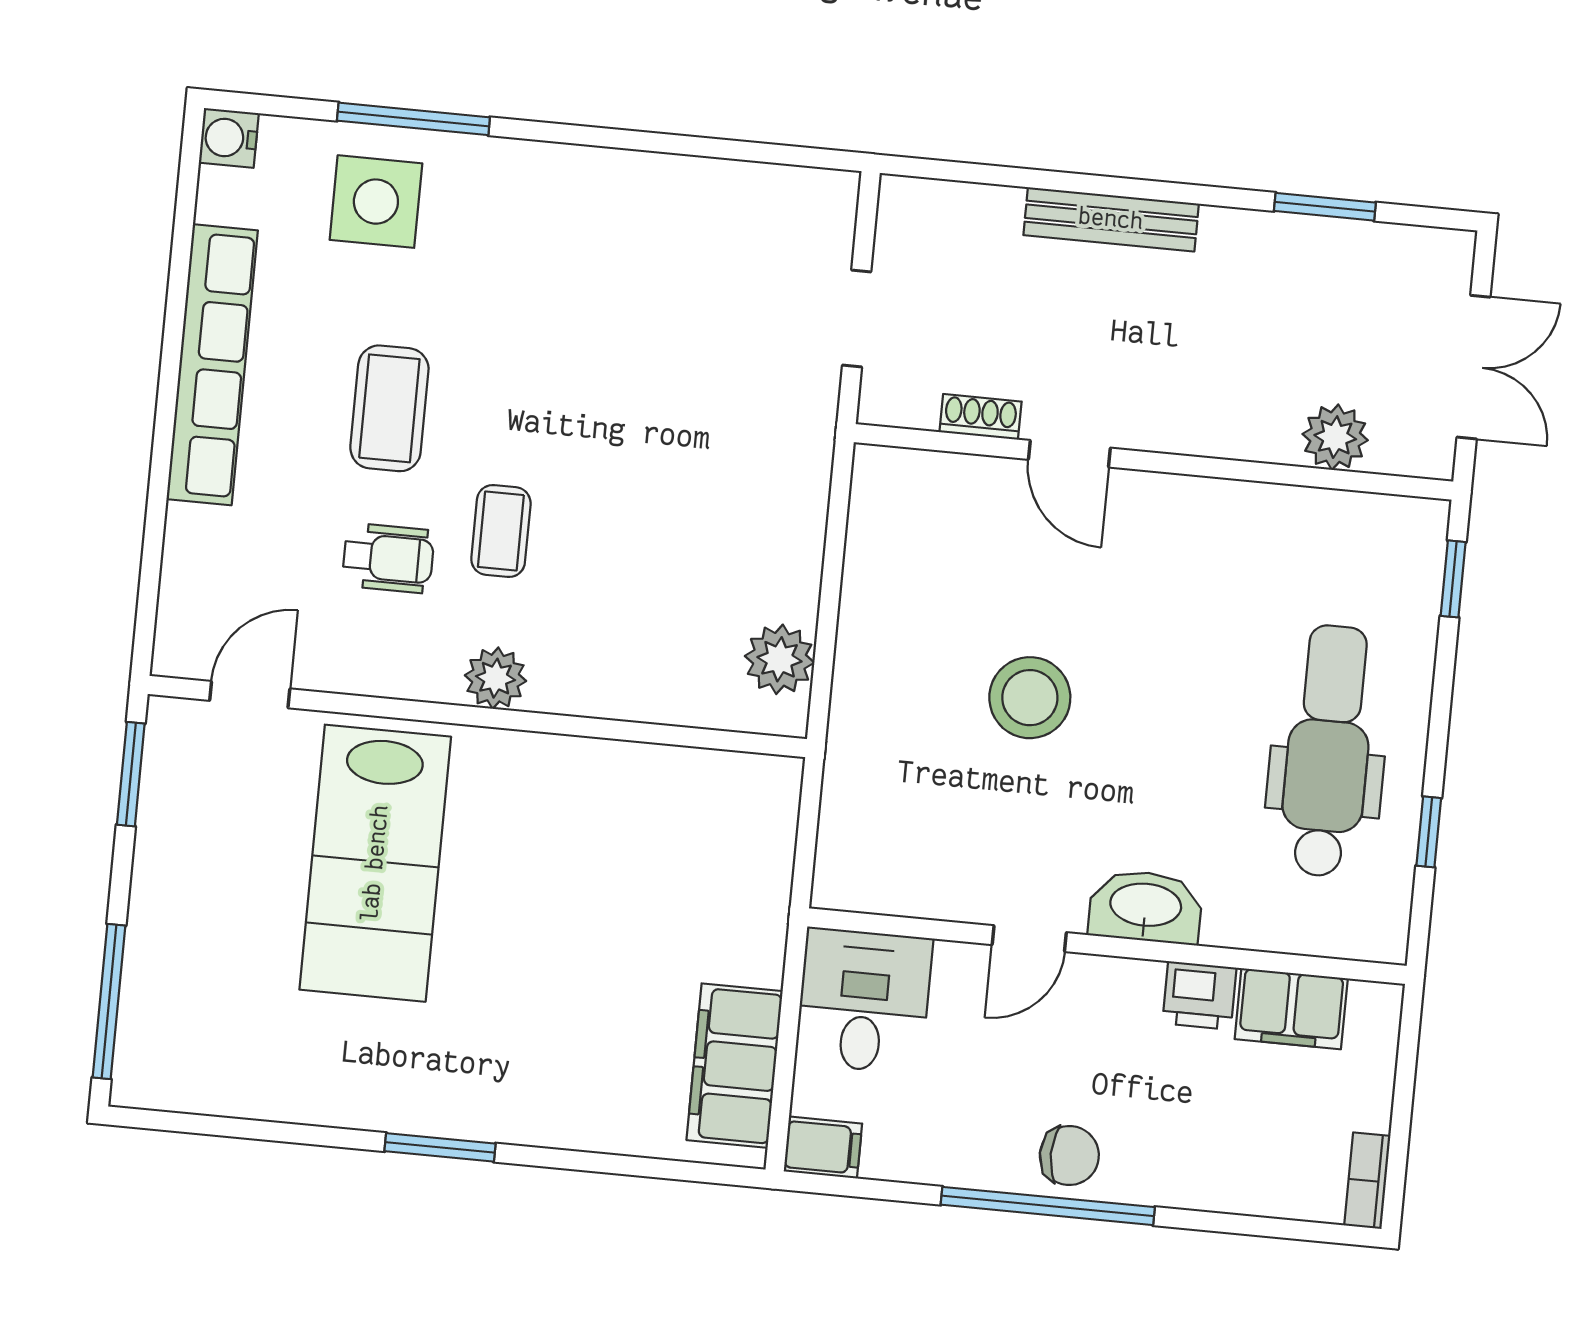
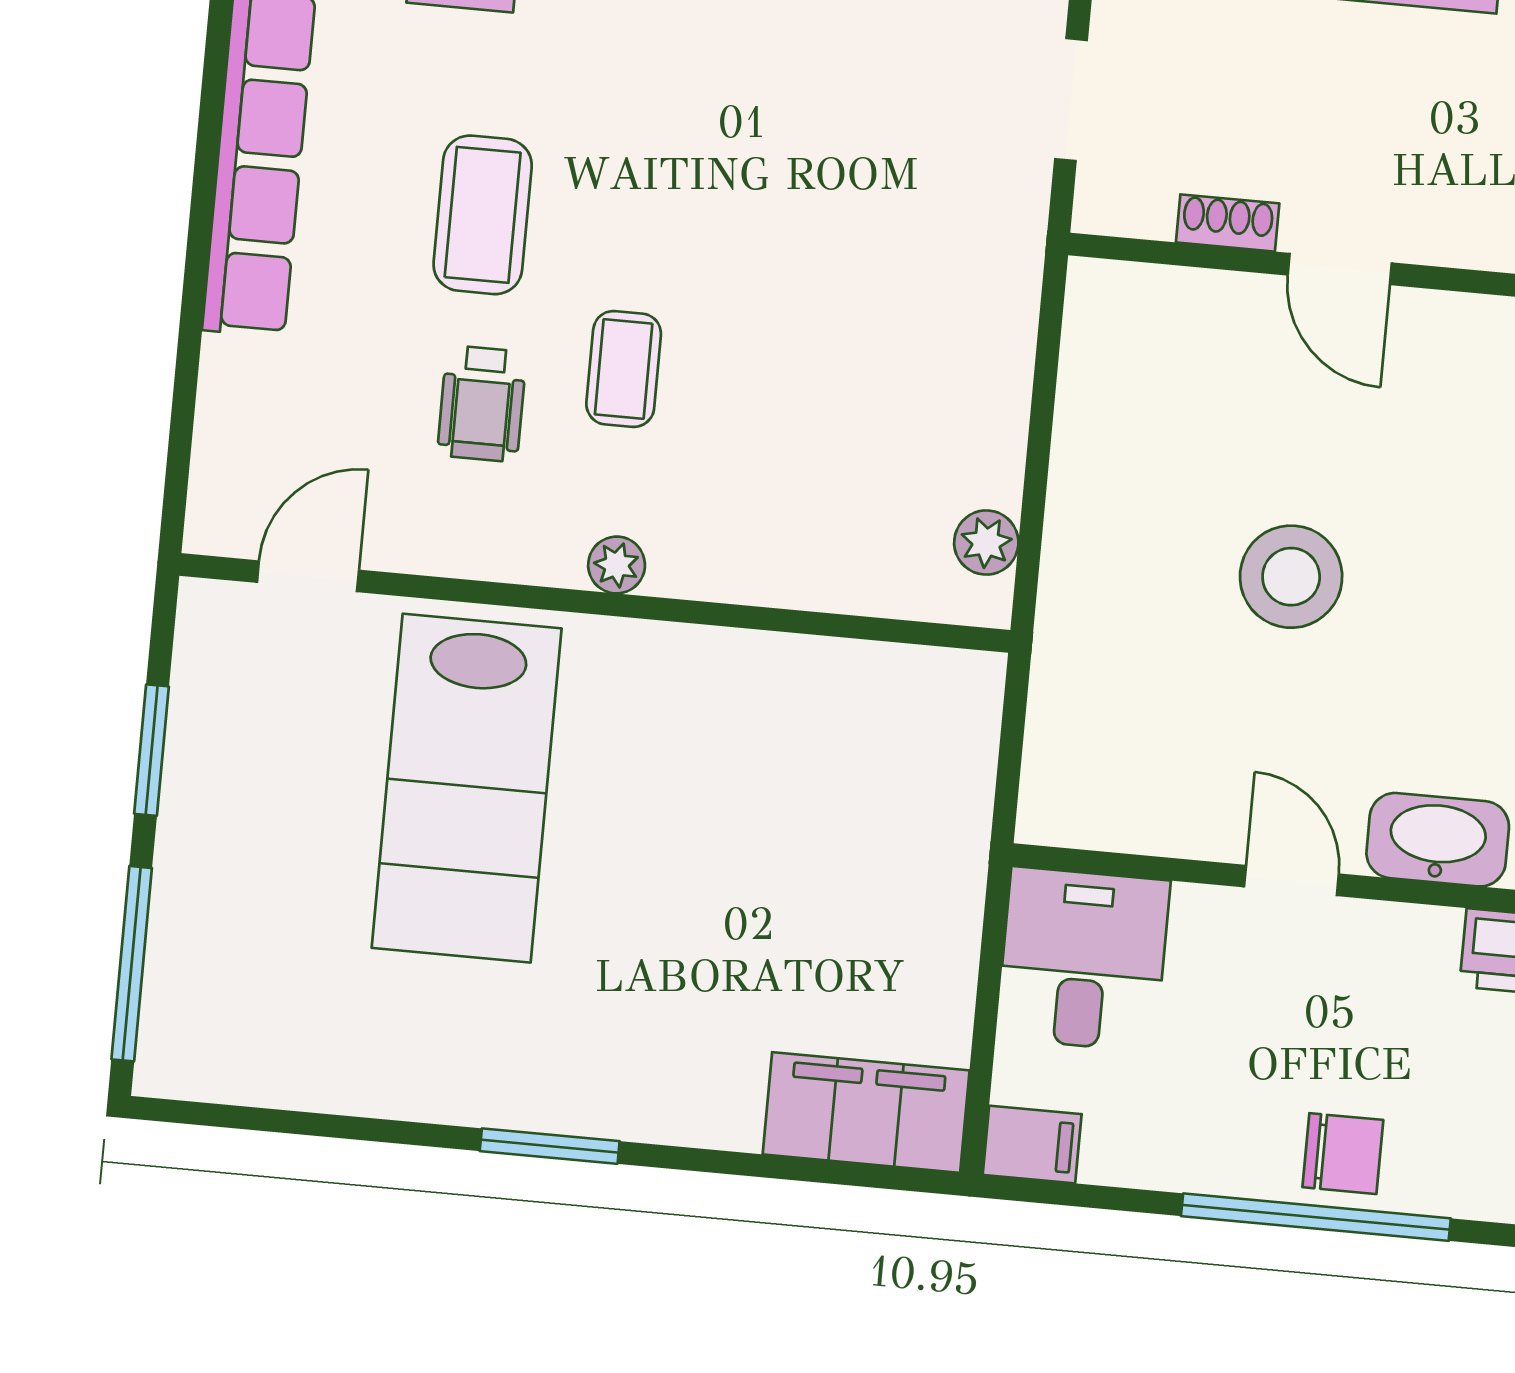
wheelchair: (388, 558) -> (482, 404), turned 90
plant: (780, 659) -> (986, 543), width x0.73, depth x0.73
plant: (496, 678) -> (617, 565), width x0.73, depth x0.73
window: (131, 774) -> (152, 750), moved
door: (1029, 939) -> (1291, 880), swing flipped
filing cabinet: (735, 1066) -> (866, 1112), moved, turned 90

